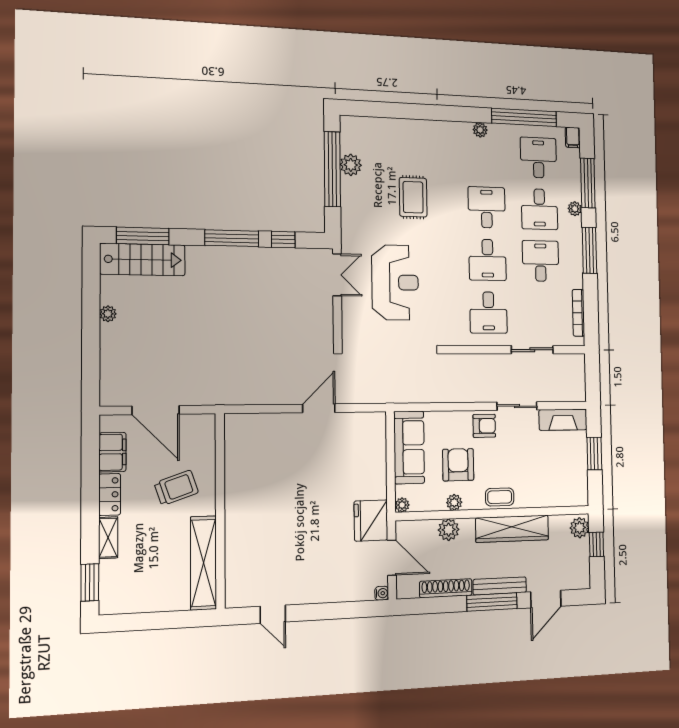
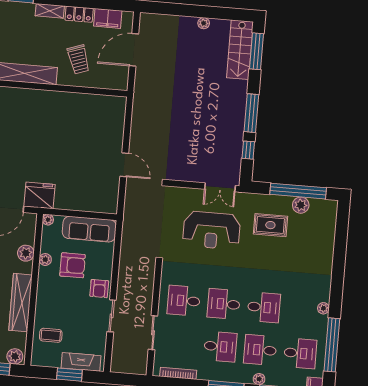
rug: (413, 197) -> (270, 225), moved
fireplace: (563, 420) -> (81, 362), moved, turned 90
coffee table: (500, 497) -> (51, 335), moved, turned 90

